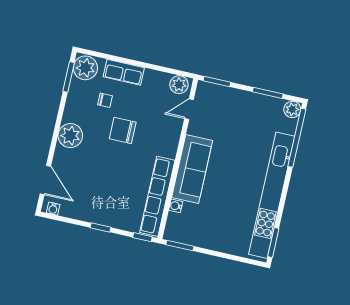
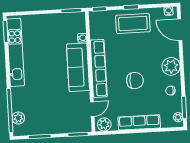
plant: (85, 68) -> (178, 117), width x0.53, depth x0.53
row of seats: (124, 72) -> (139, 122), width x1.48
chair: (105, 100) -> (170, 91), moved
plant: (292, 109) -> (18, 118), moved
kitchen unit: (272, 195) -> (16, 52), width x0.73
row of seats: (157, 196) -> (99, 68), moved
coffee table: (104, 206) -> (133, 23), added

